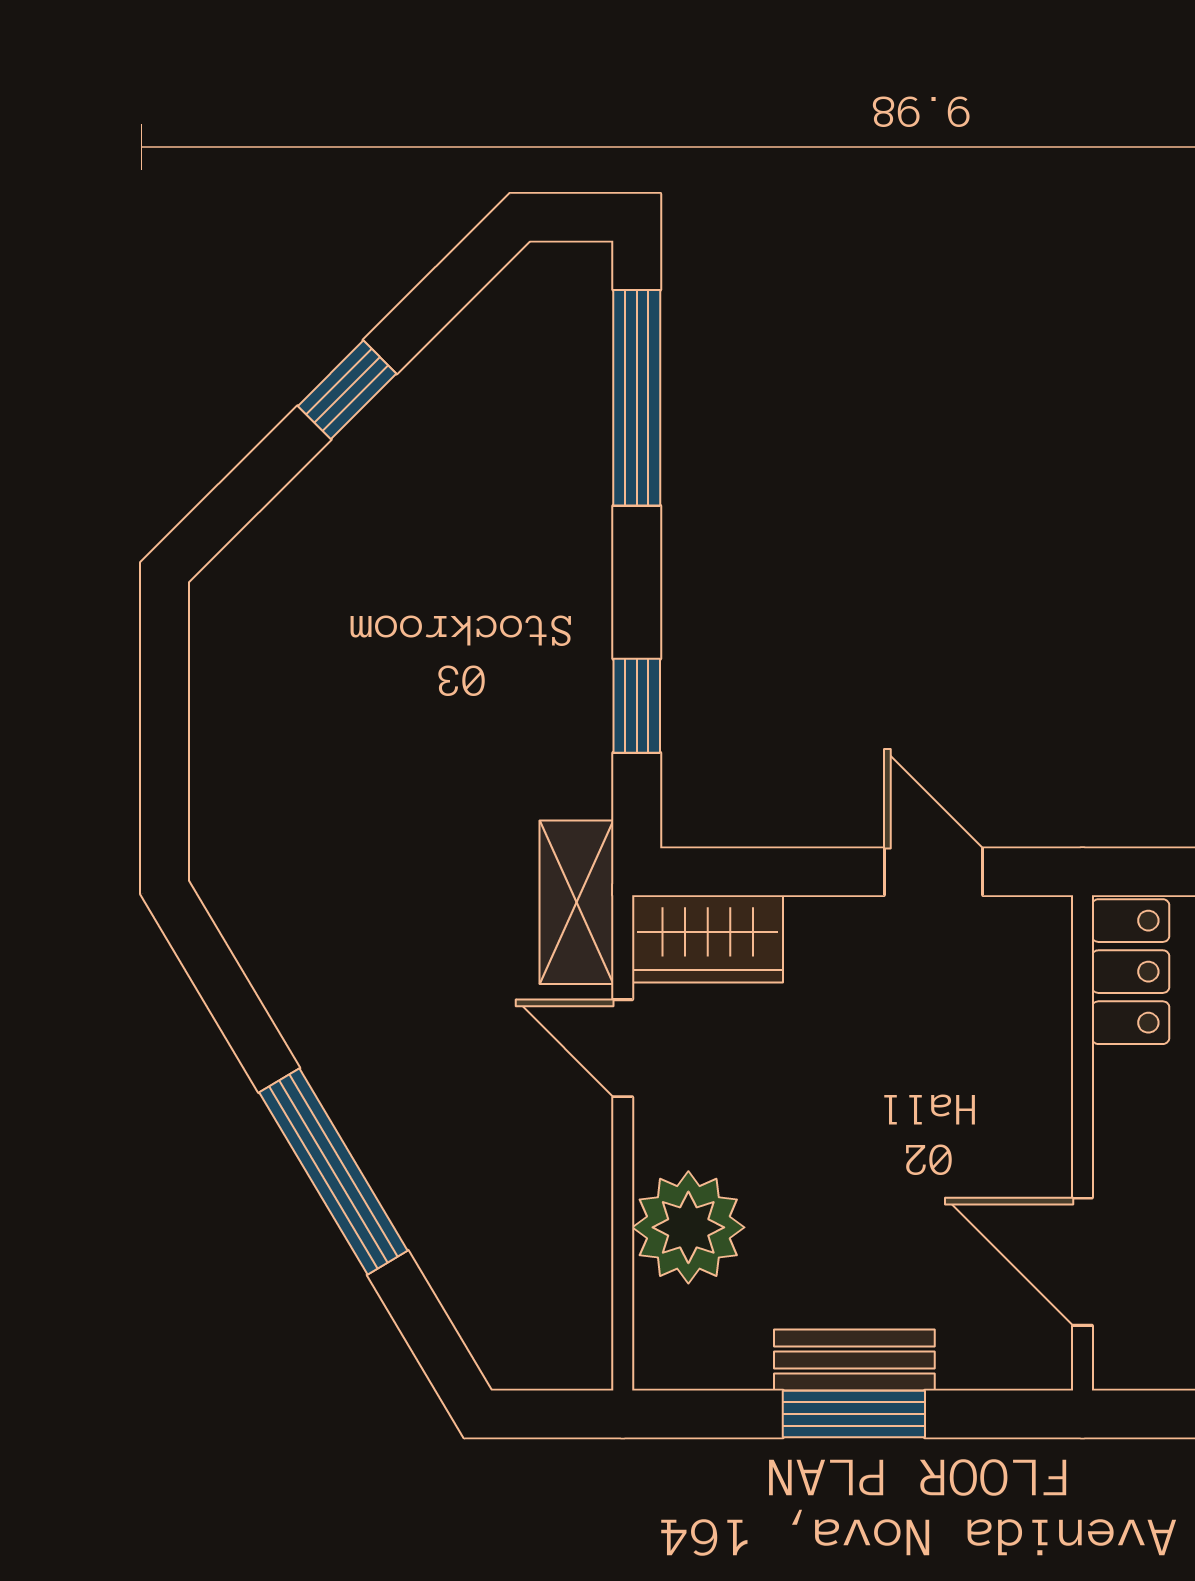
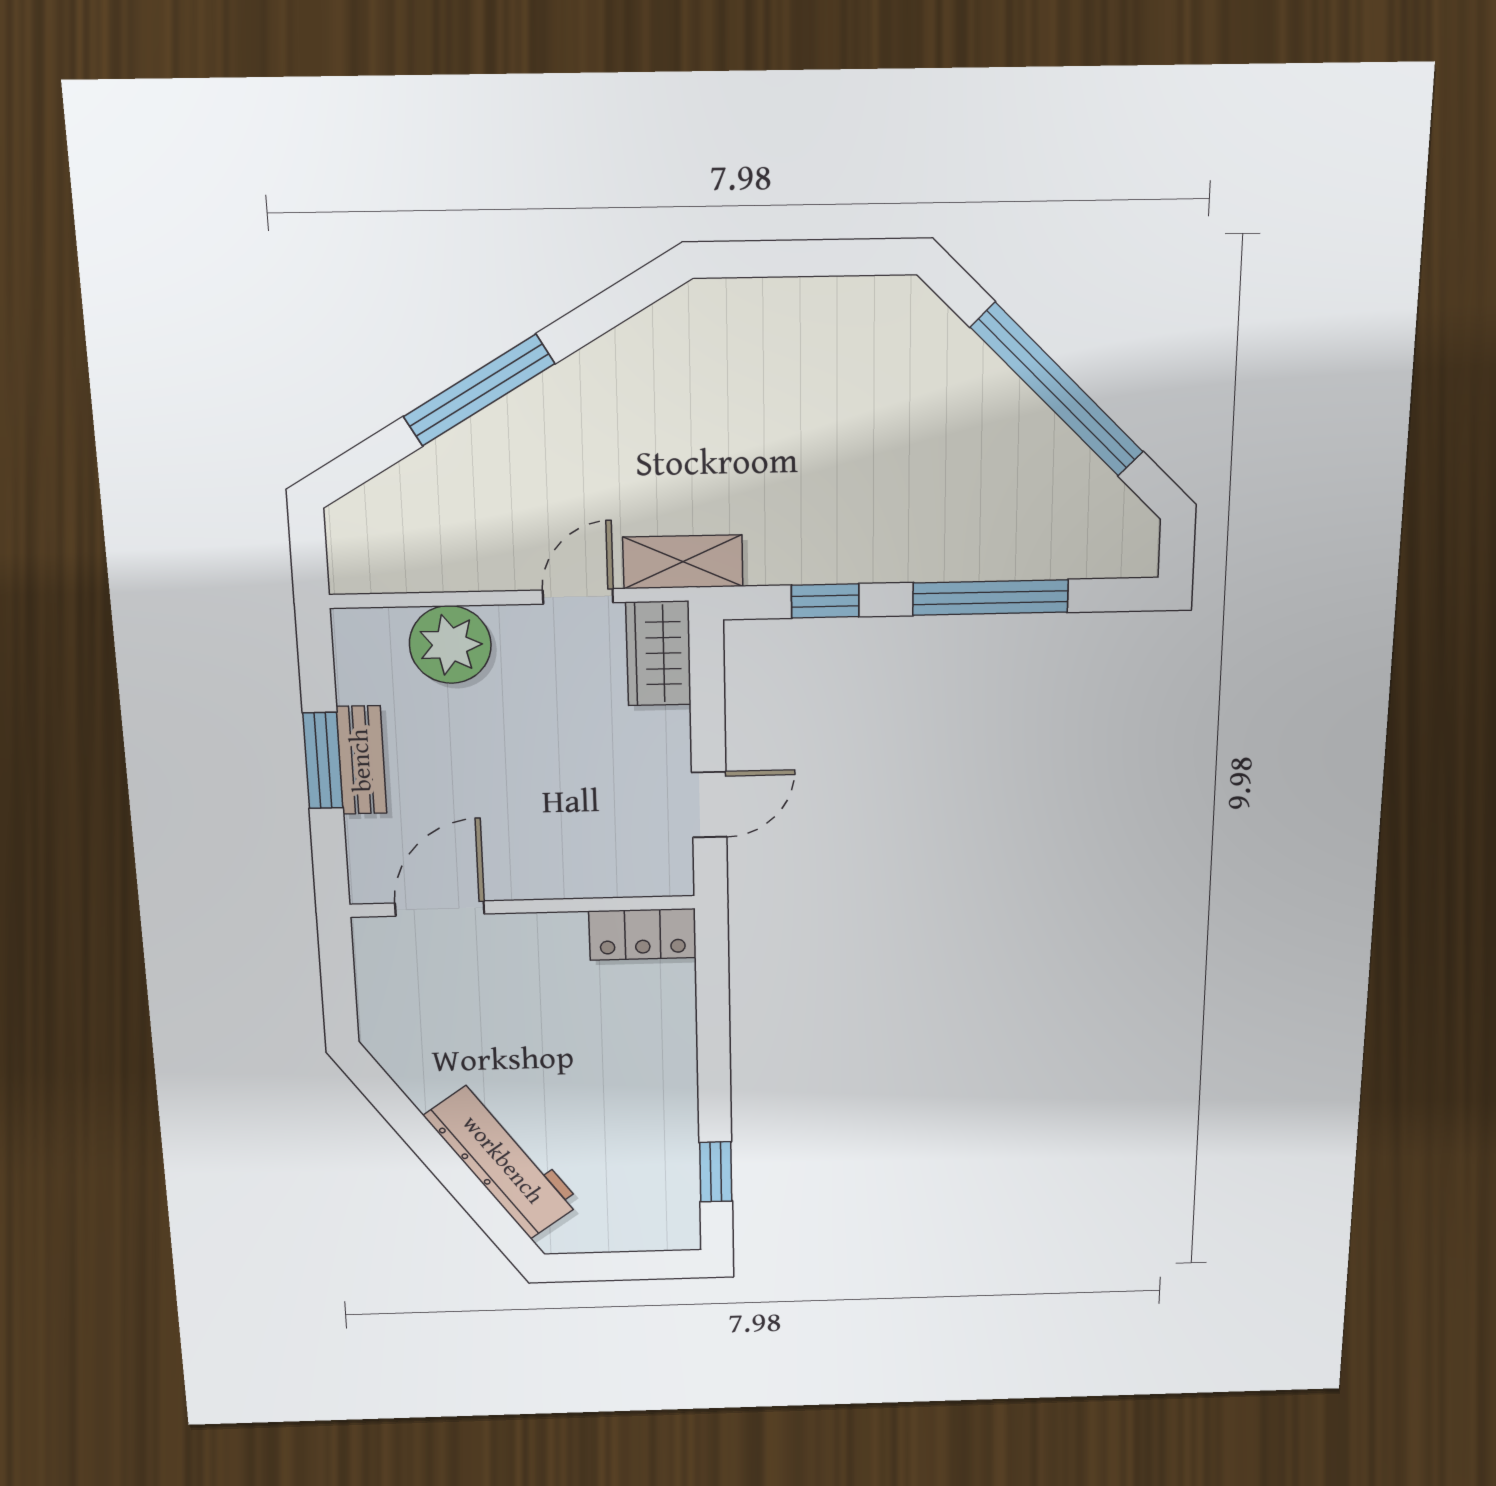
window: (347, 390) -> (1057, 390), width x3.17
window: (637, 398) -> (990, 598), moved

